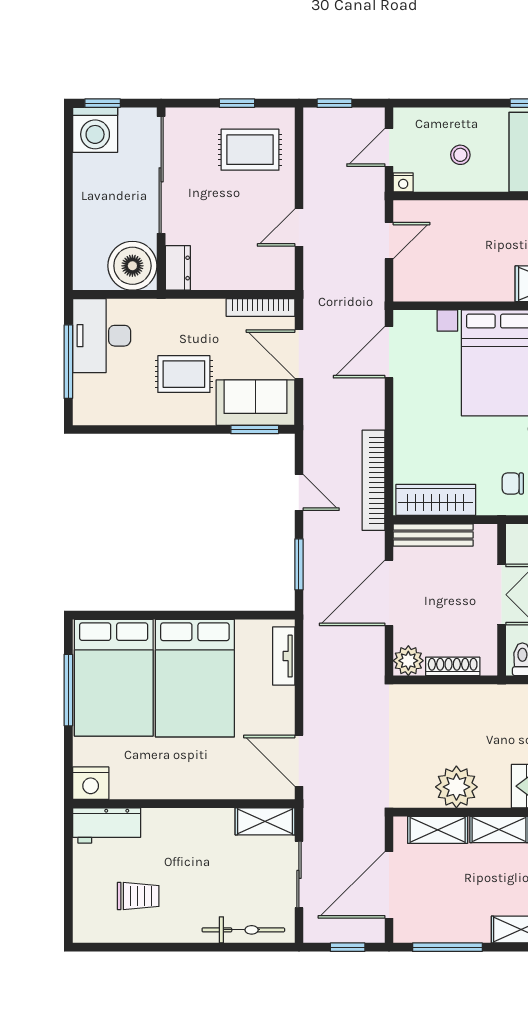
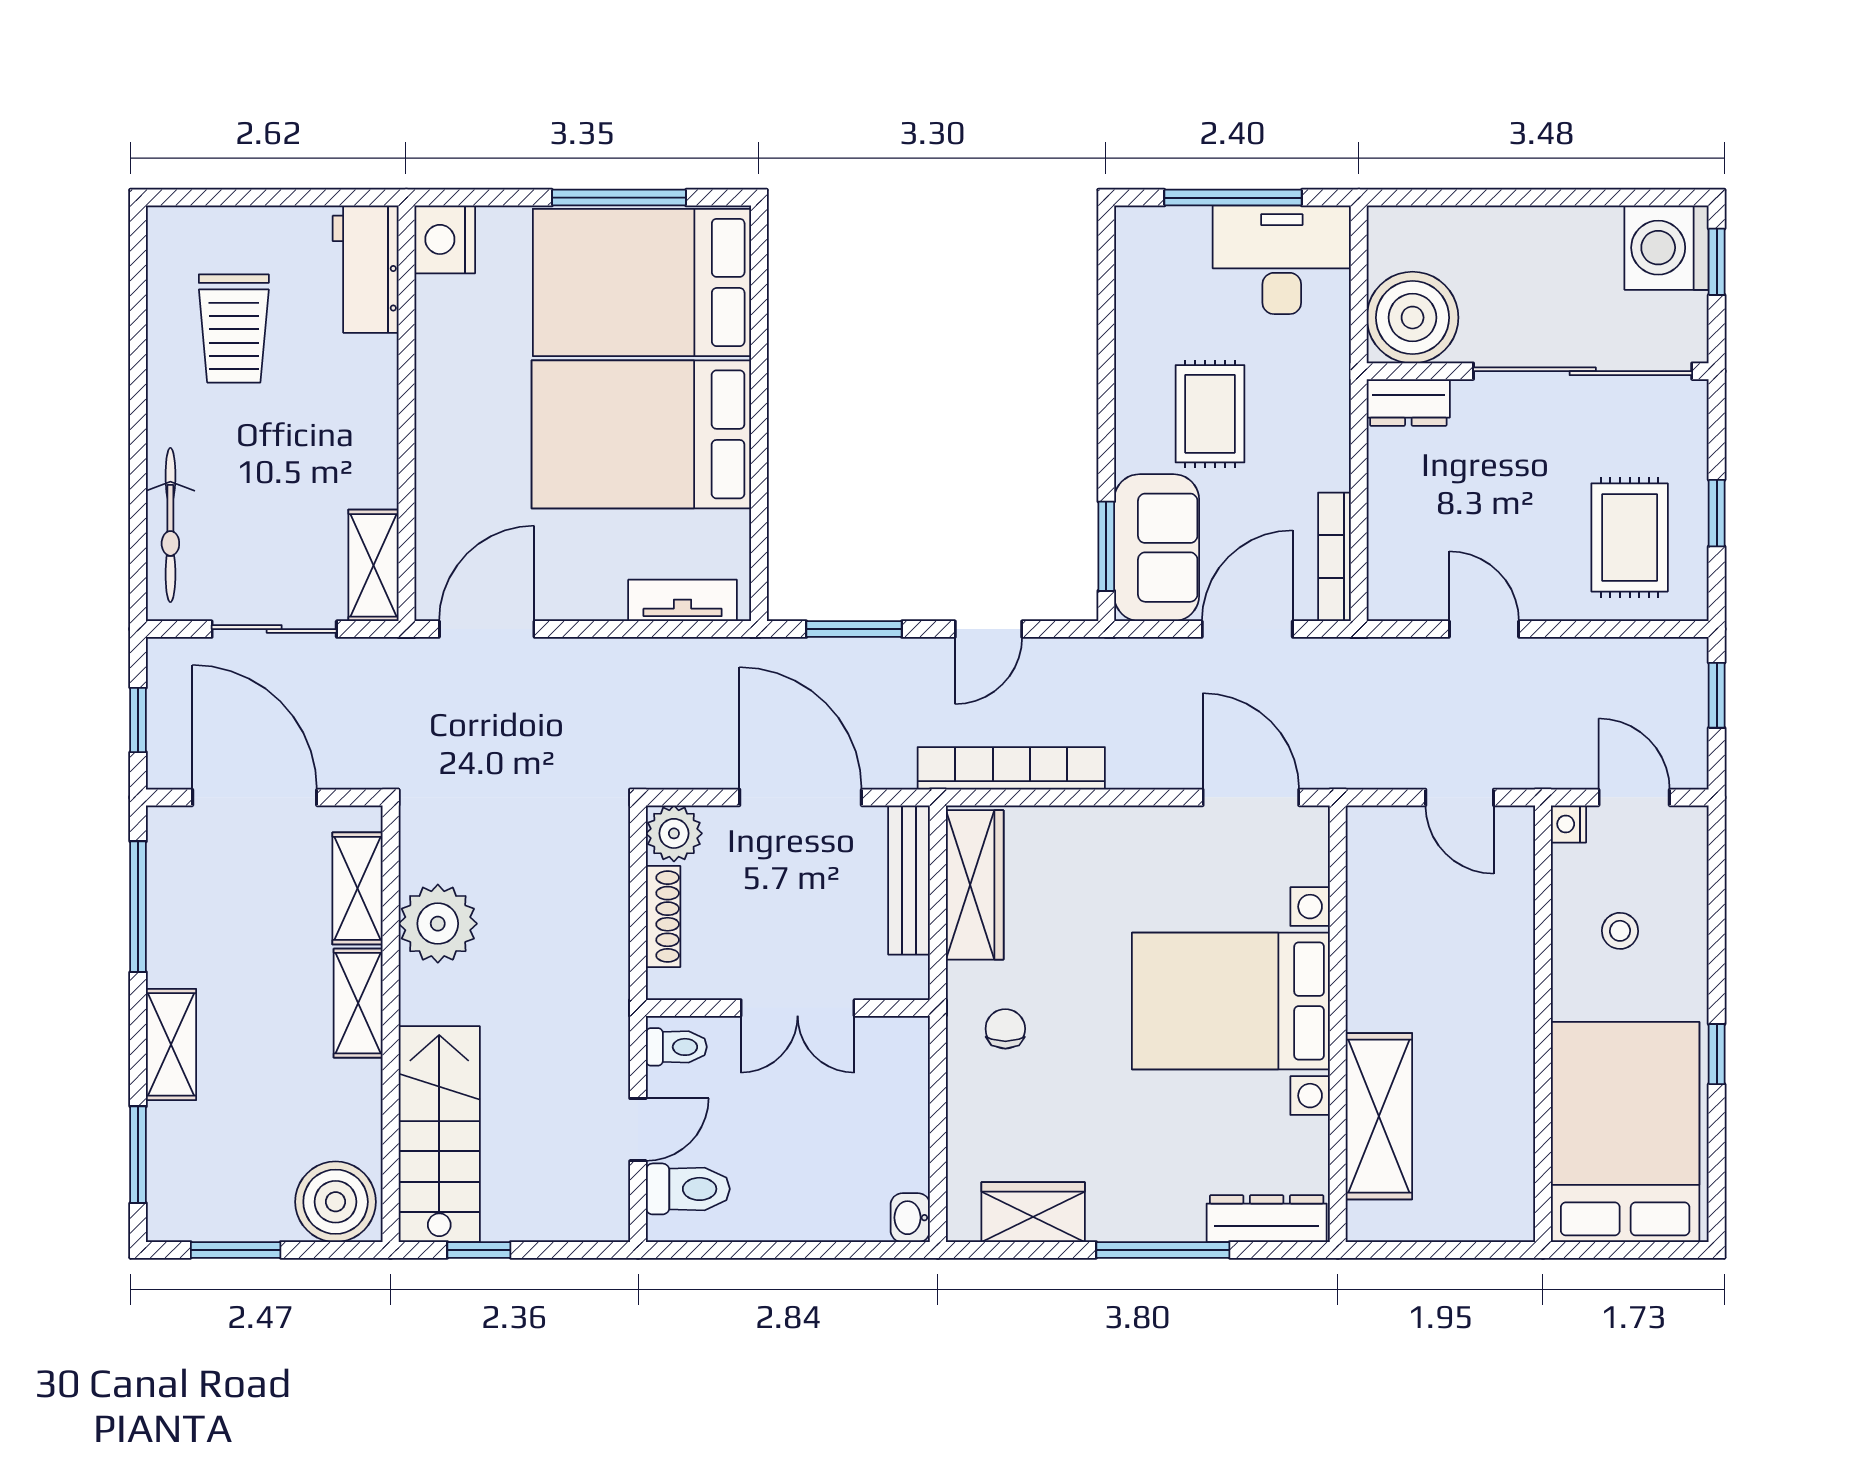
trolley: (138, 896) -> (234, 328), width x1.36, depth x1.39

